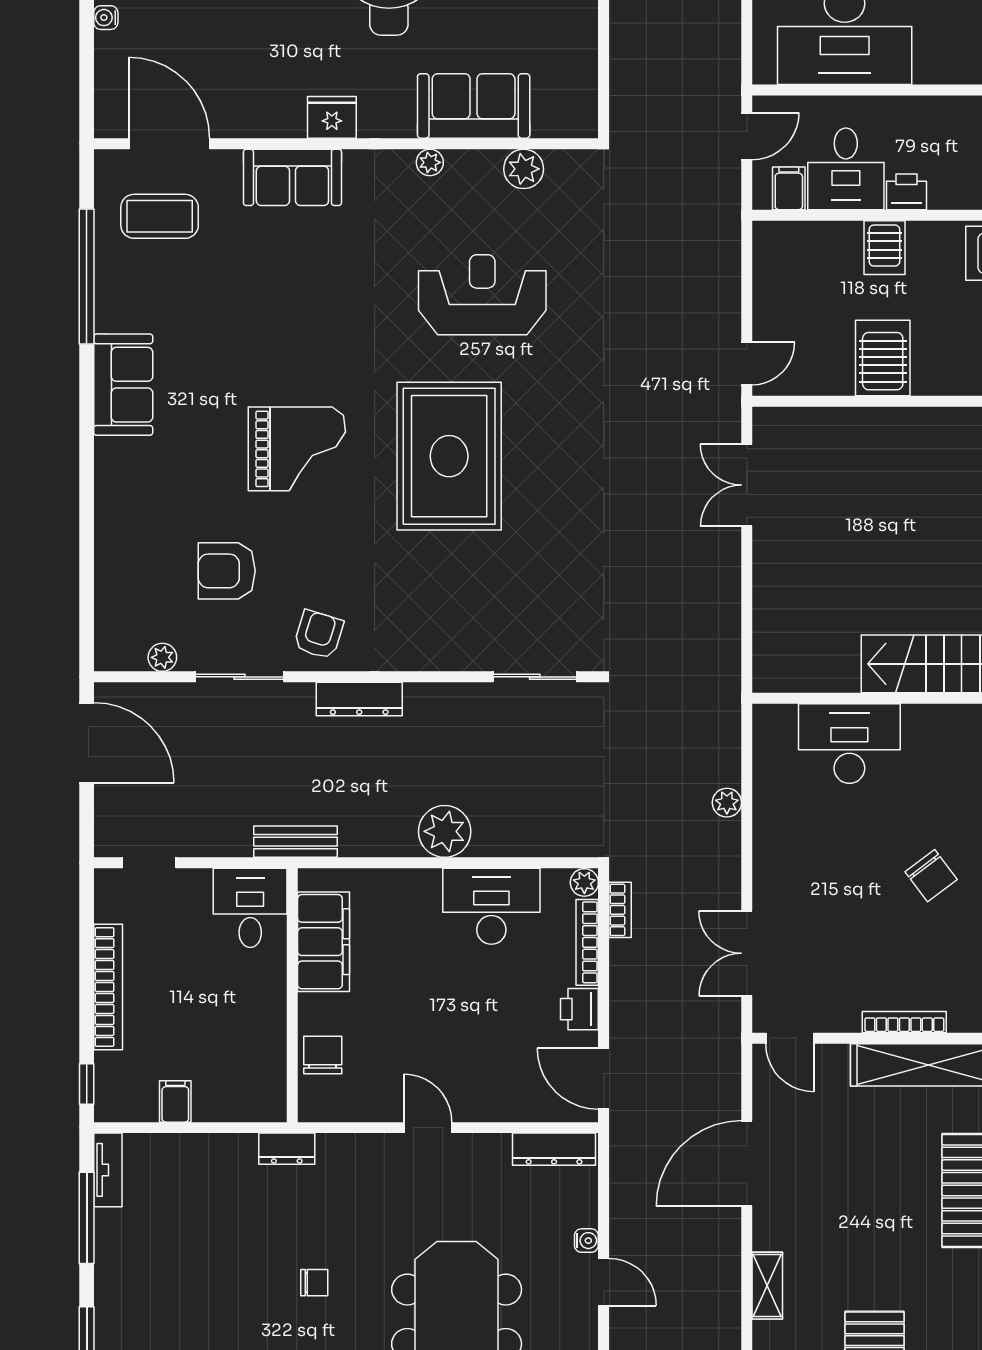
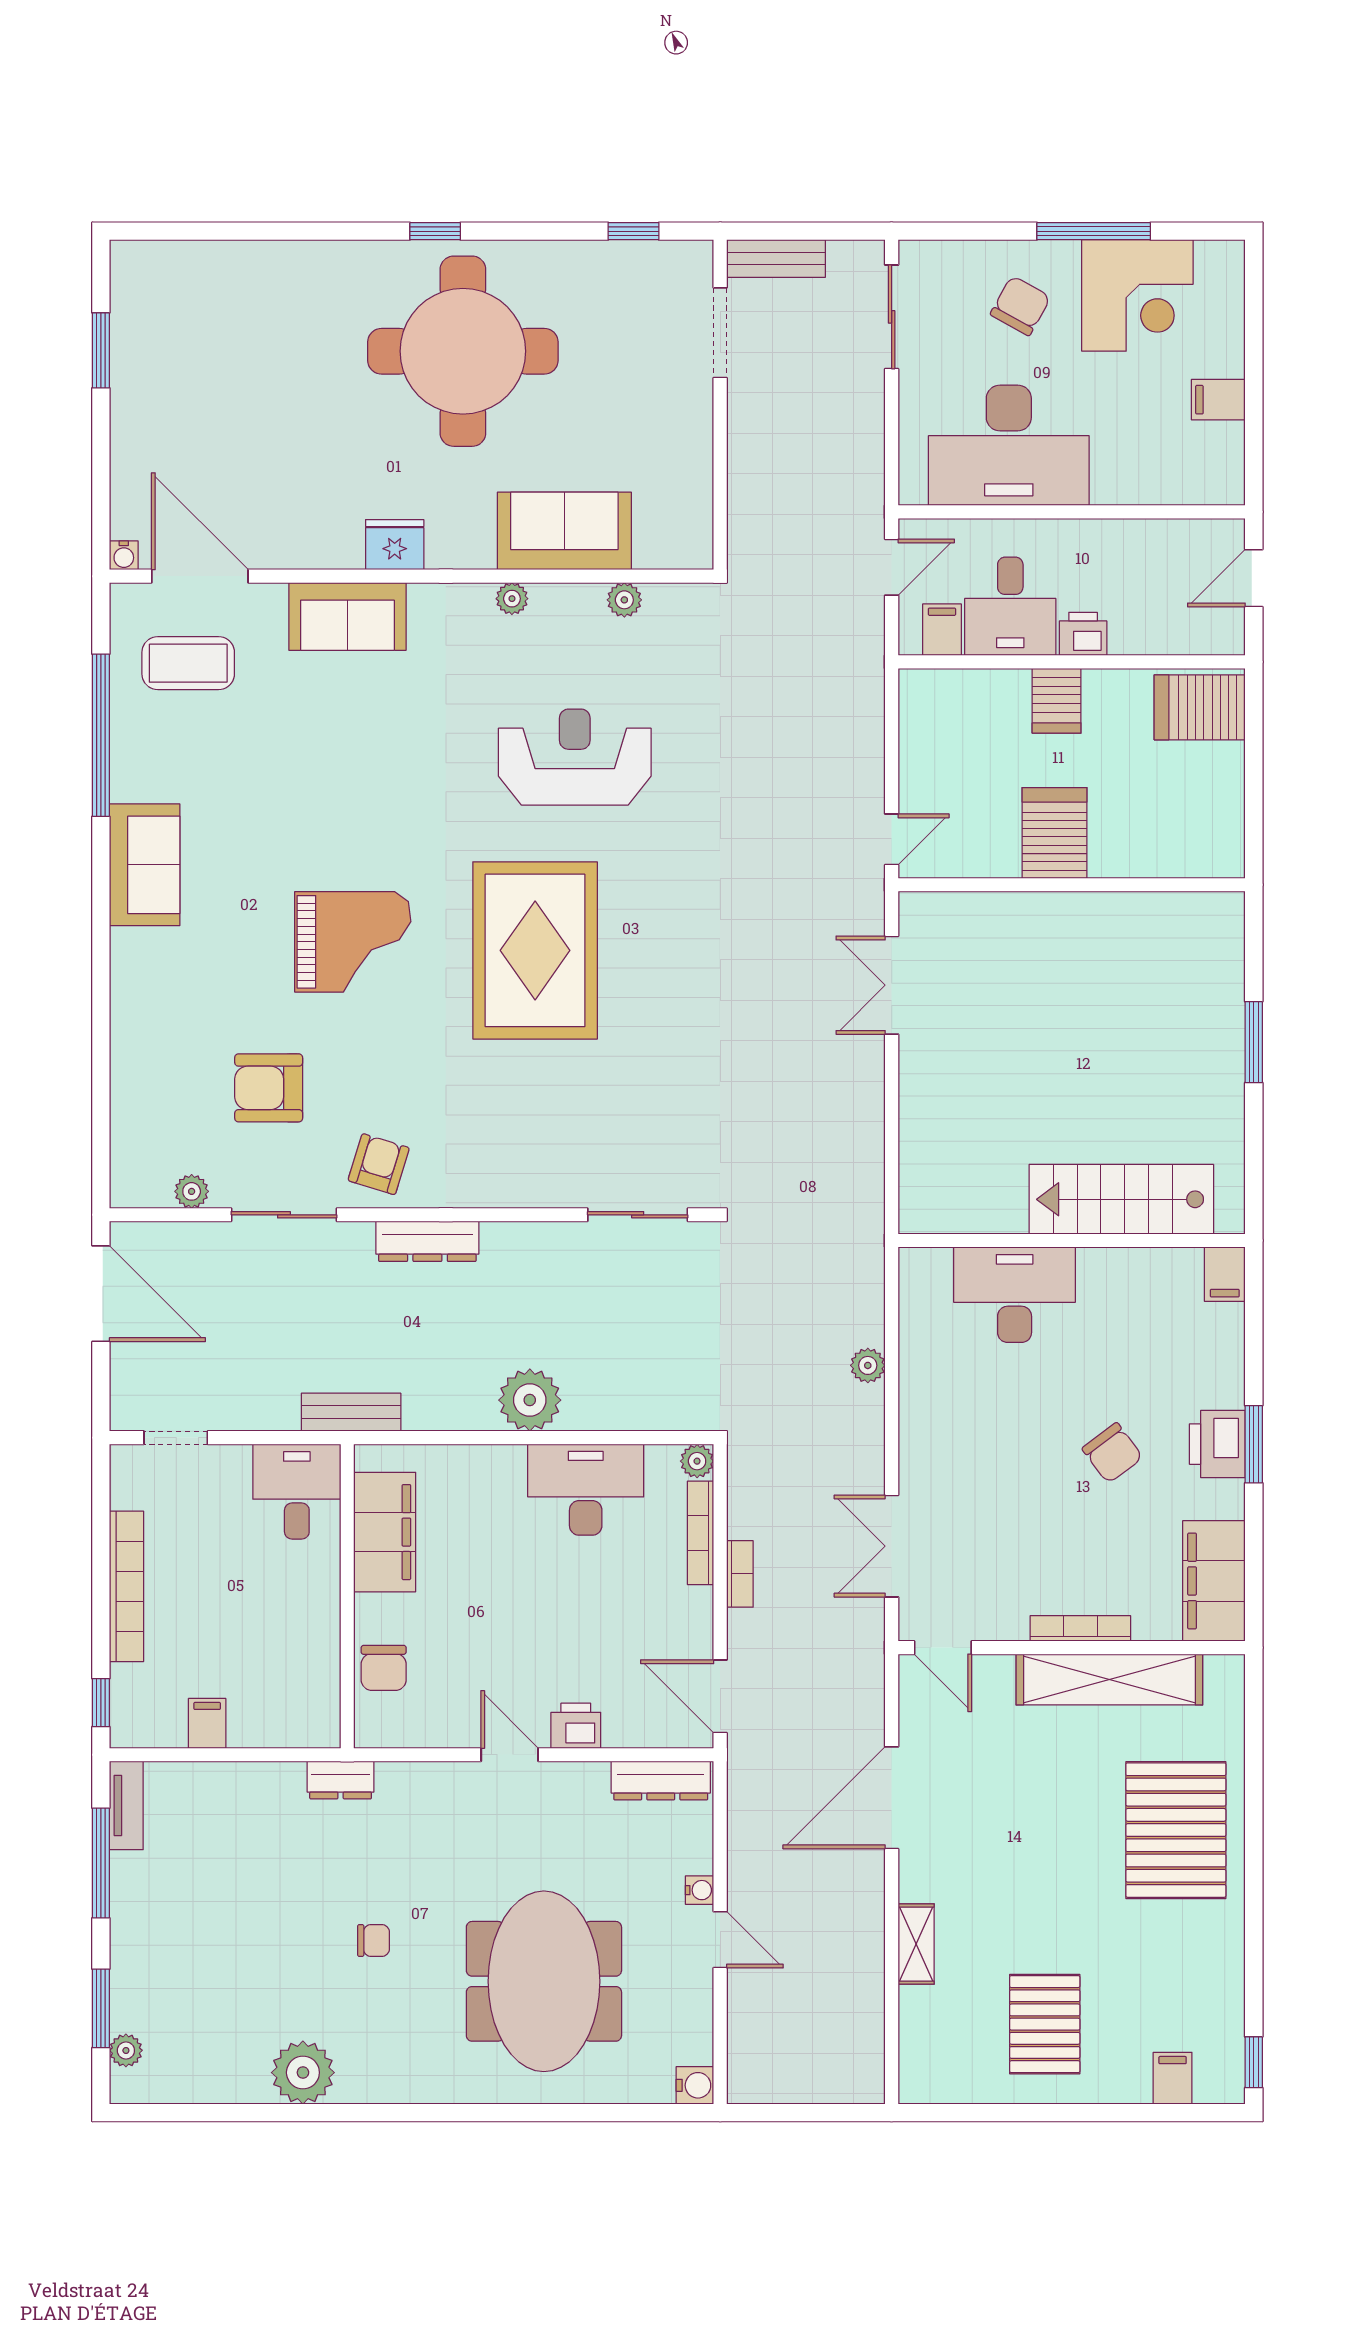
water cooler: (106, 18) -> (124, 555), moved, turned -90
plant: (524, 169) -> (624, 600), width x0.73, depth x0.73
bookcase: (620, 910) -> (740, 1574), moved
printer: (579, 1009) -> (576, 1726), moved, turned 90
chair: (323, 1055) -> (384, 1668), turned 180

